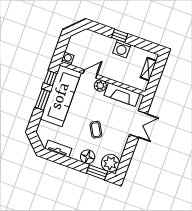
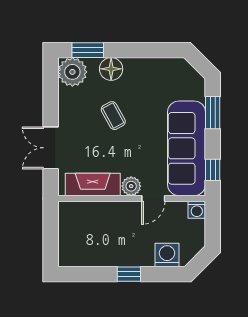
washing machine: (122, 49) -> (167, 255), moved
shelving: (148, 69) -> (66, 238), removed
window: (43, 99) -> (213, 113), moved
tv unit: (58, 149) -> (161, 65), removed

